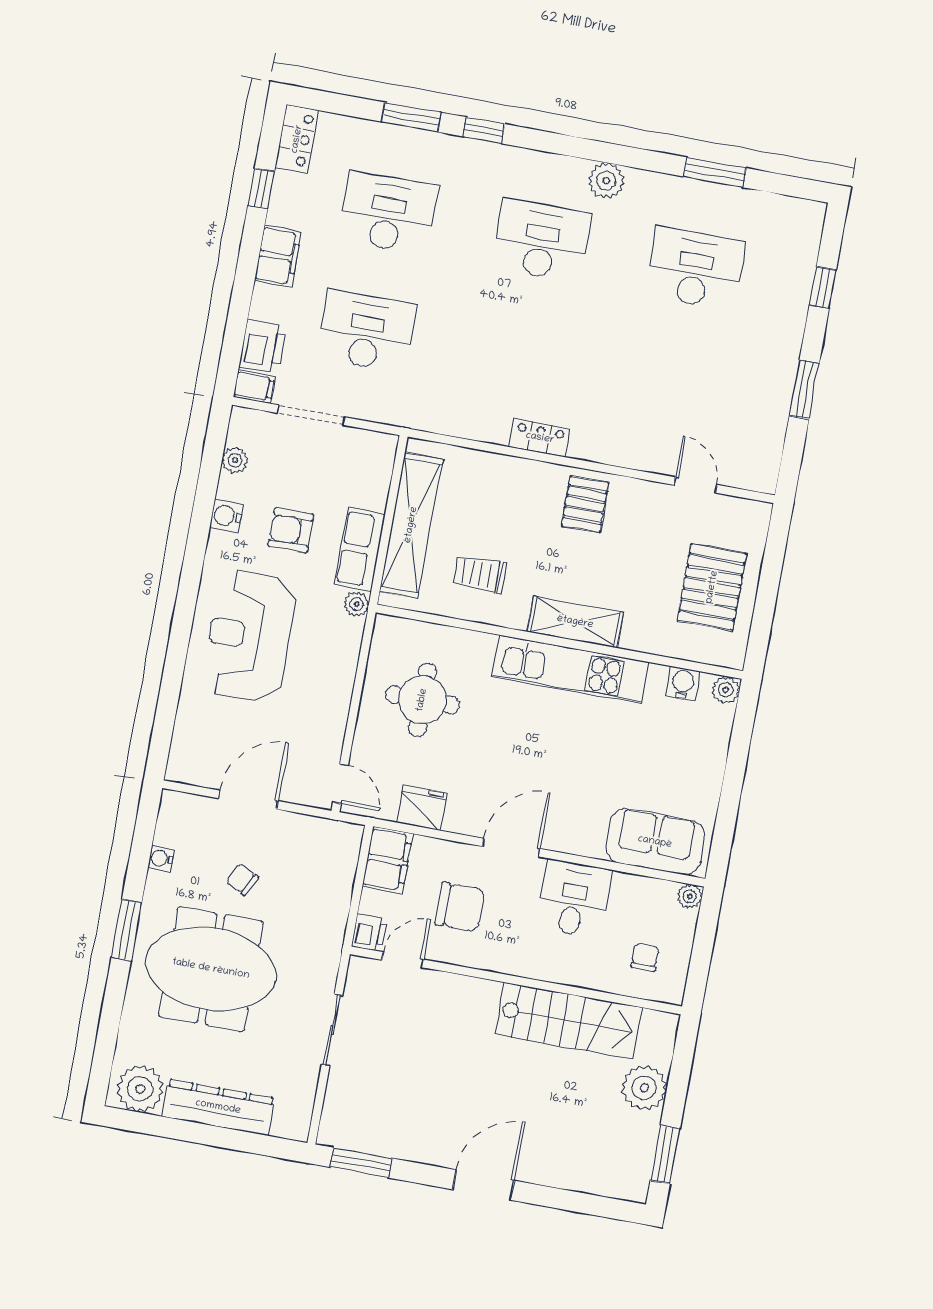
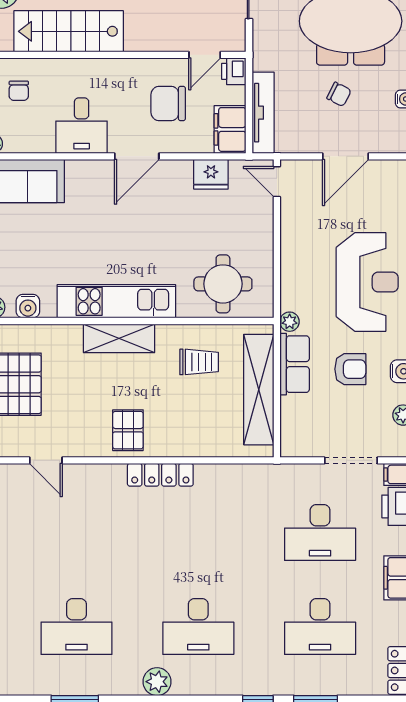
locker: (540, 438) -> (160, 475), width x1.53
round table: (422, 700) -> (223, 284), moved
tv unit: (342, 874) -> (263, 113), added

